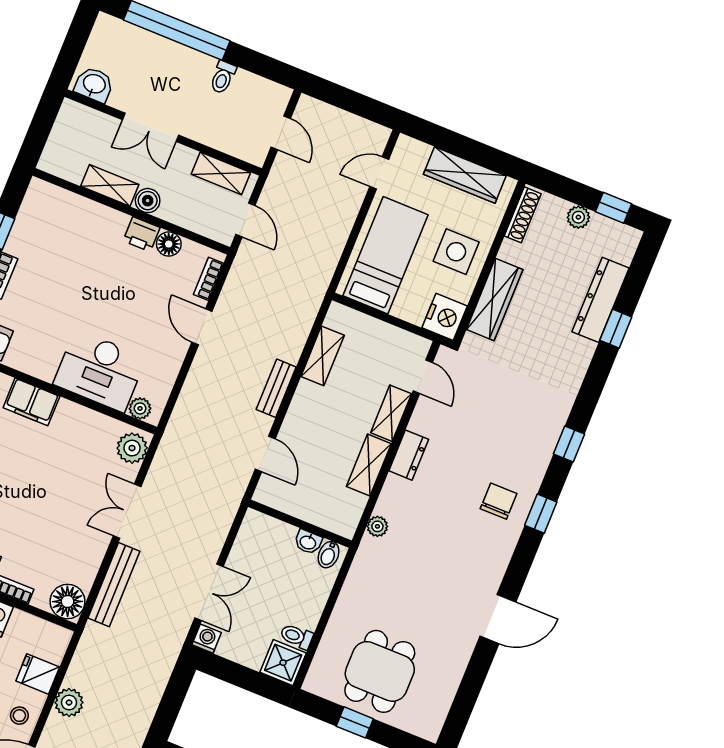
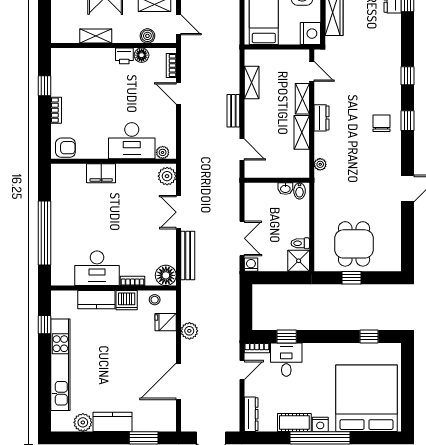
boiler: (148, 201) -> (147, 36), moved
stool: (19, 716) -> (155, 300), moved

